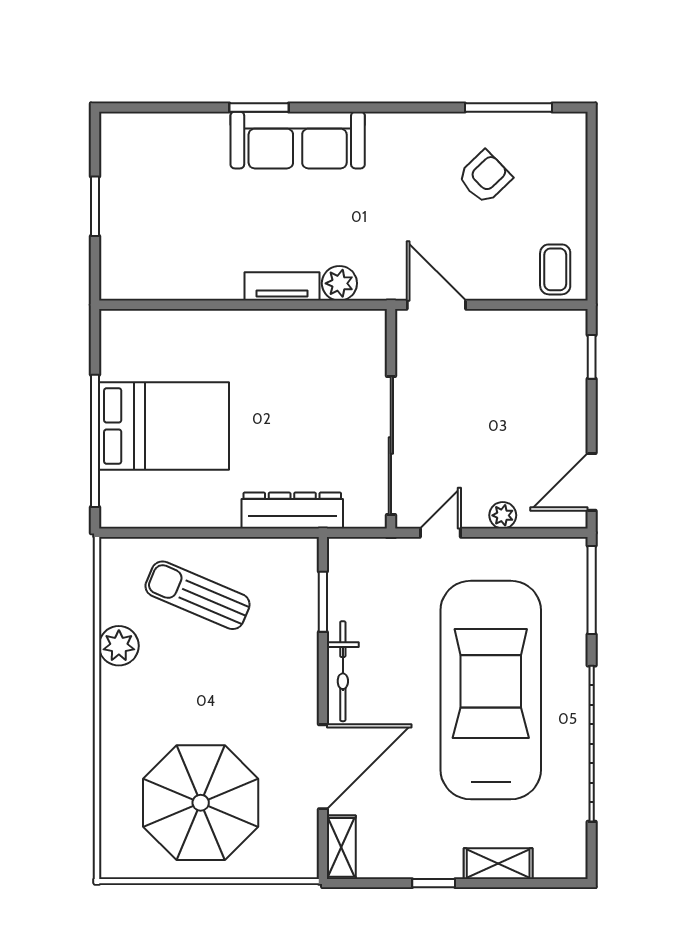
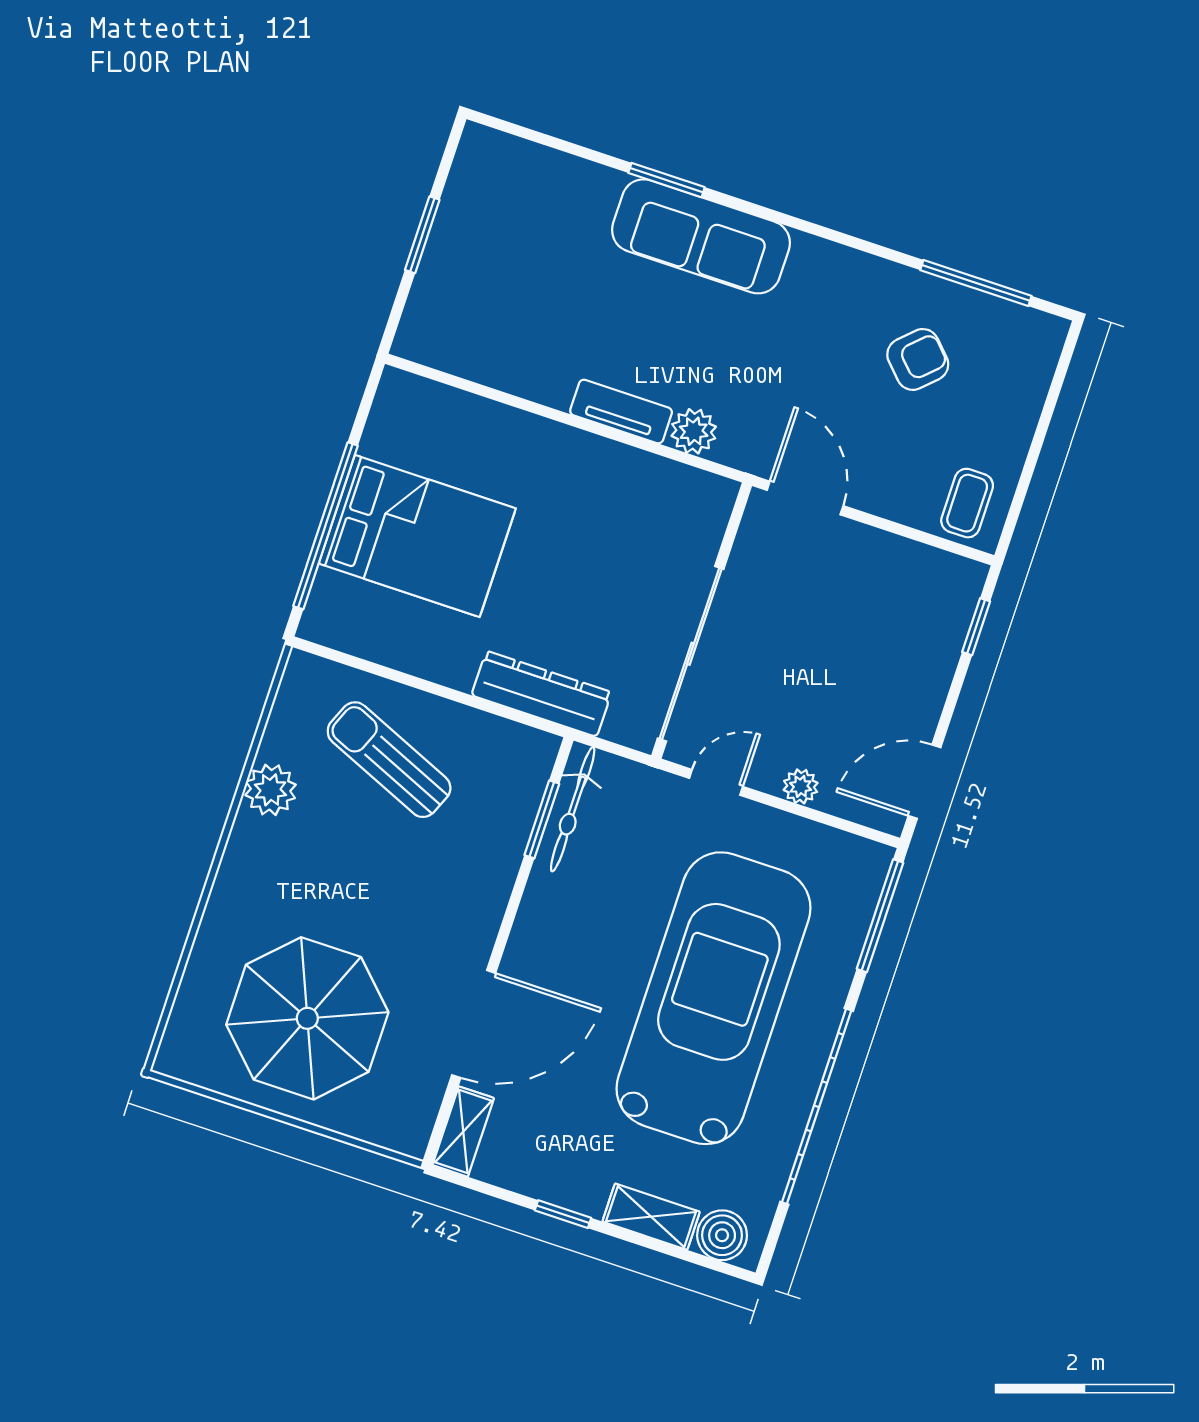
bicycle: (343, 671) -> (573, 809), moved
boiler: (554, 860) -> (722, 1235), added

